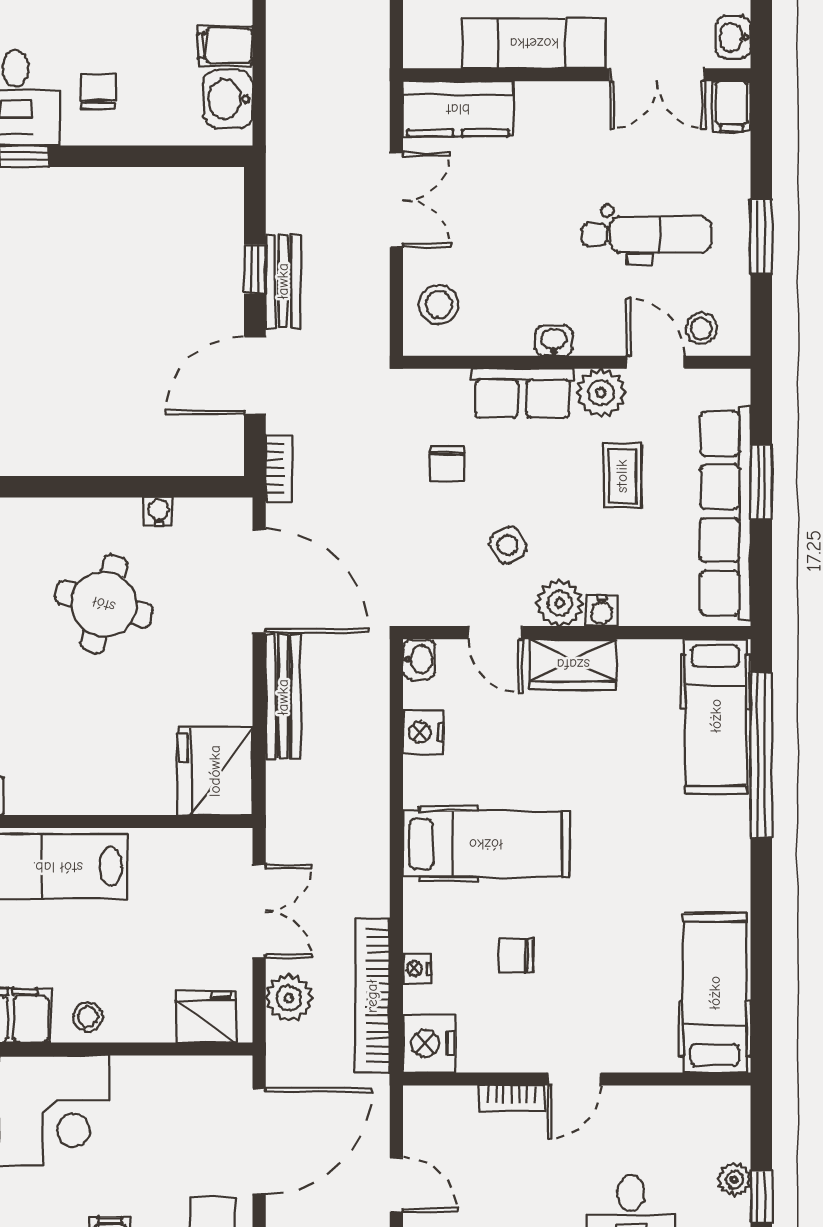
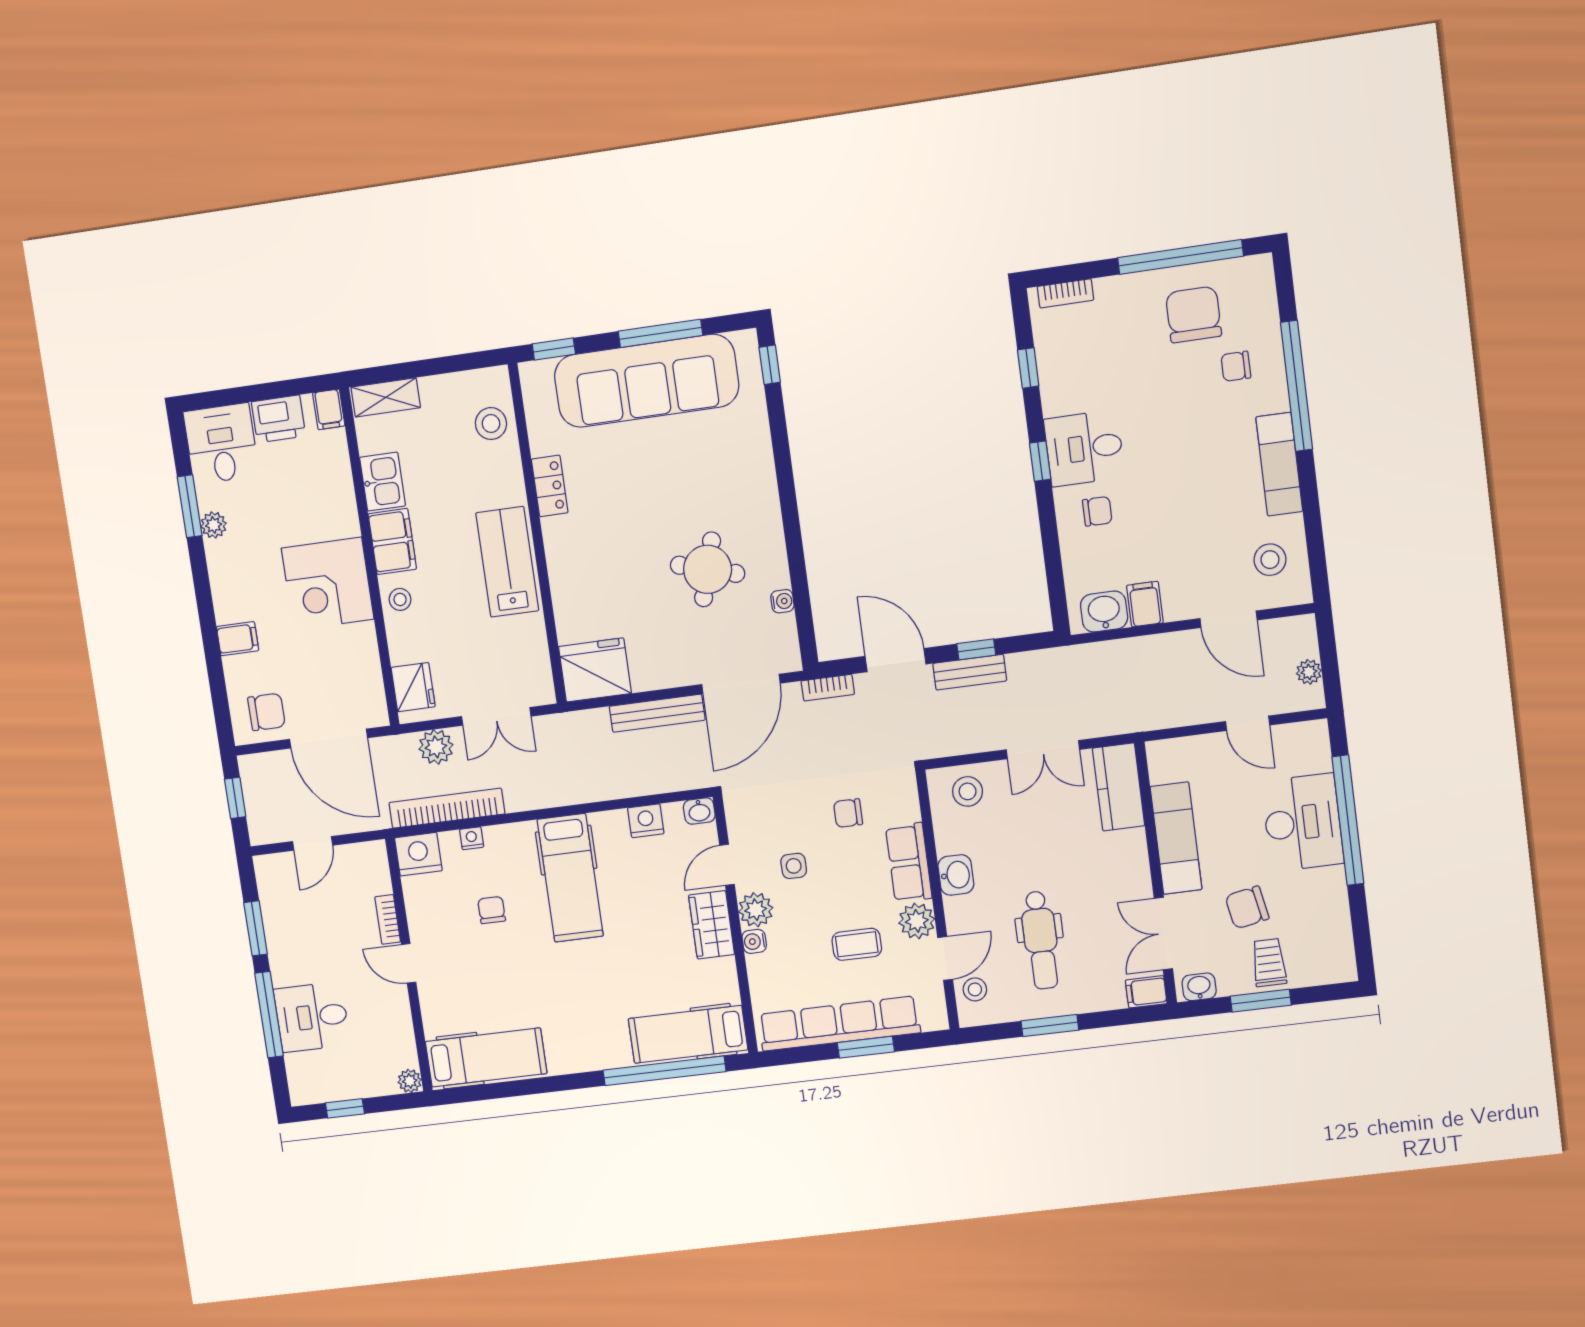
washbasin: (554, 341) -> (956, 875), width x1.38, depth x1.45
side table: (508, 545) -> (794, 866), turned 32
plant: (734, 1180) -> (410, 1081), moved

